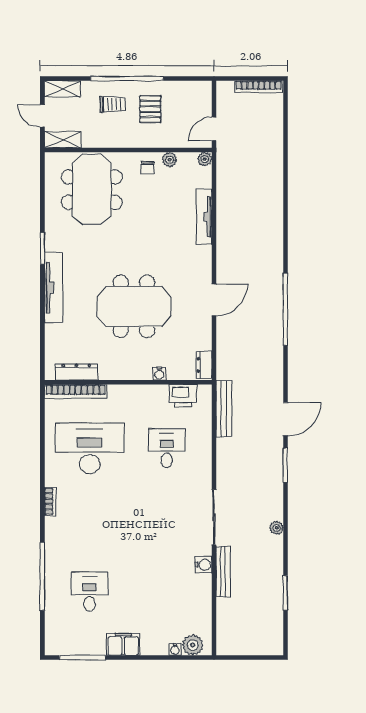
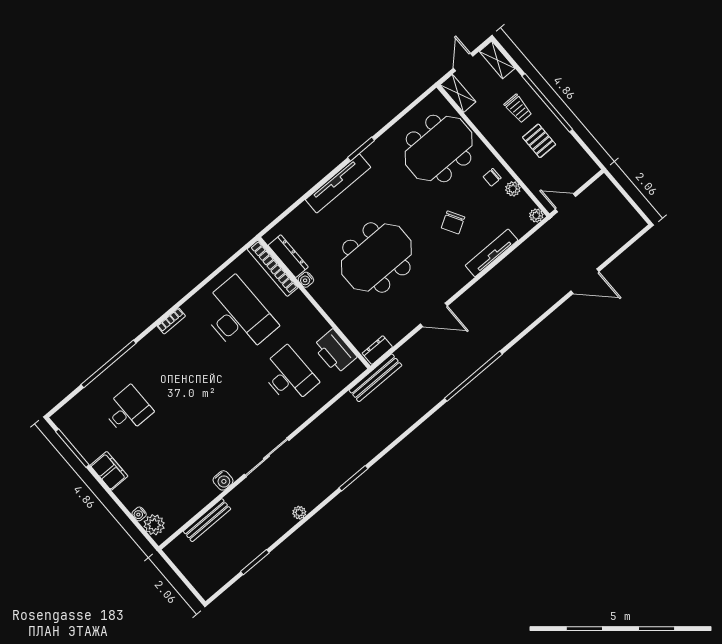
bookcase: (259, 87) -> (627, 210), removed
pallet: (150, 109) -> (539, 141), turned 90
chair: (157, 226) -> (453, 222), added
meeting table: (134, 306) -> (376, 258), turned 90
water cooler: (159, 374) -> (306, 280), moved
printer: (183, 396) -> (335, 352), width x1.37, depth x1.19
bench: (224, 409) -> (375, 378), moved
door: (285, 419) -> (585, 281), moved
desk: (167, 448) -> (289, 376), width x1.37
bench: (223, 572) -> (207, 520), moved

